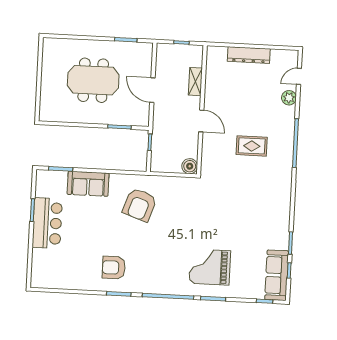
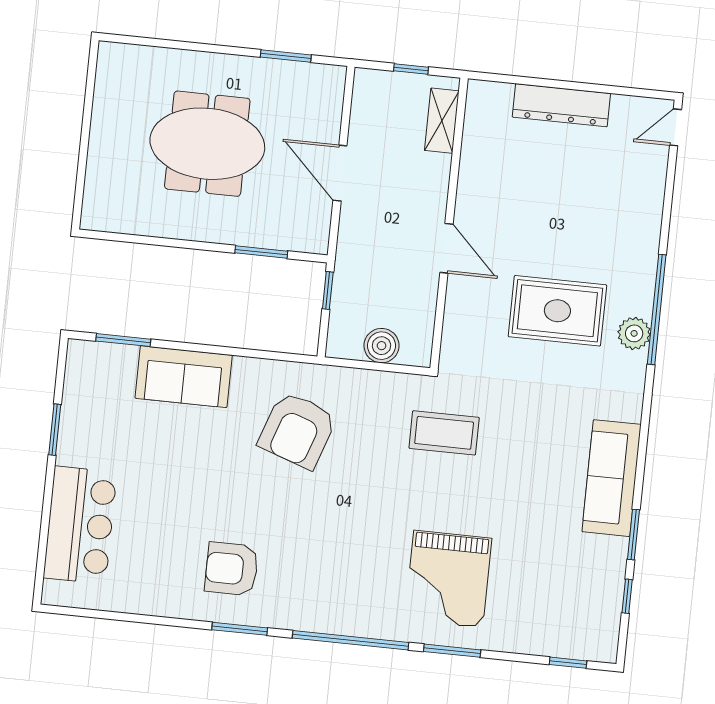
door: (299, 76) -> (676, 127), moved
shelving: (195, 82) -> (442, 121), moved
plant: (289, 98) -> (634, 333), moved
rug: (252, 146) -> (557, 311), width x1.36, depth x1.43
boiler: (190, 166) -> (382, 346), moved
coffee table: (204, 203) -> (444, 433), added
bar counter: (47, 223) -> (80, 525), moved
grand piano: (210, 267) -> (448, 579), turned -90
sofa: (277, 275) -> (612, 478), moved

